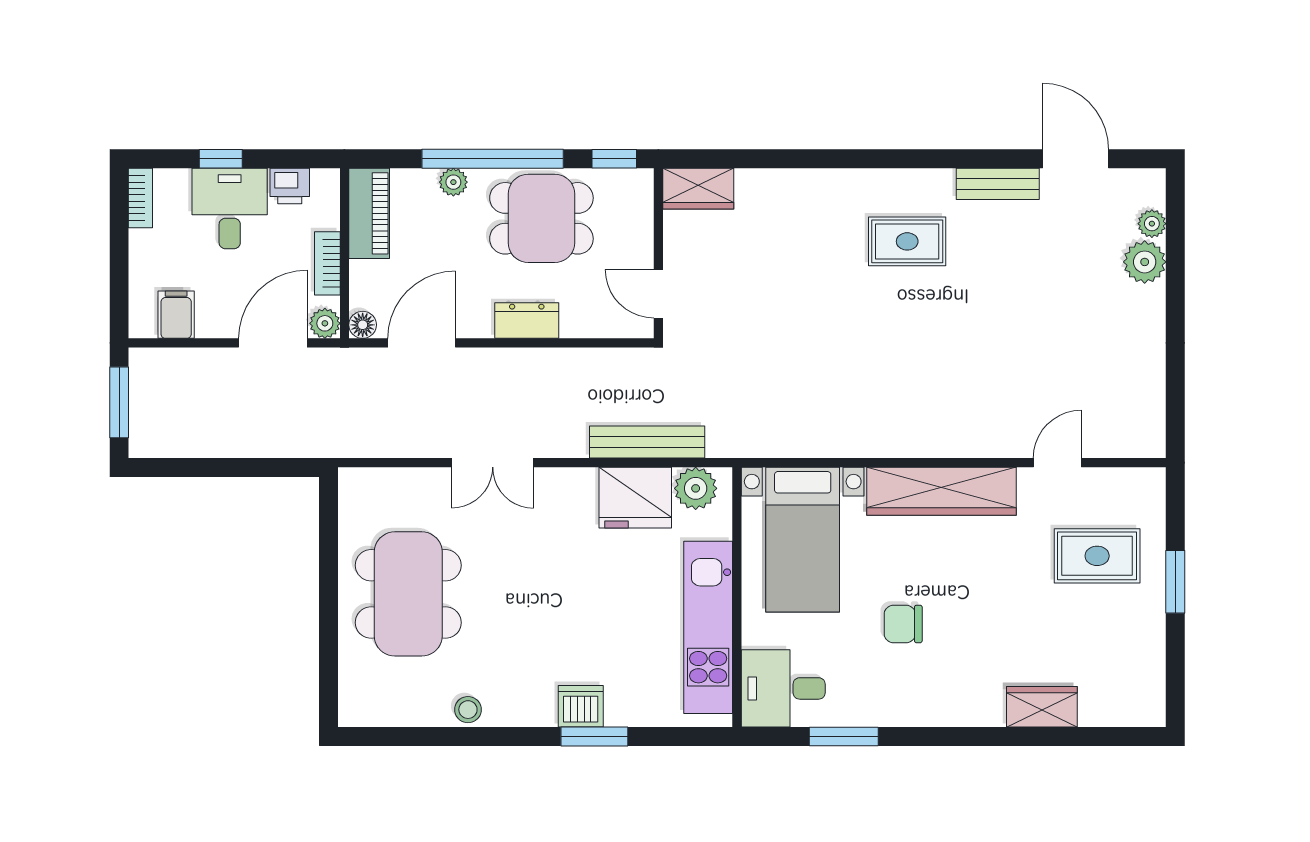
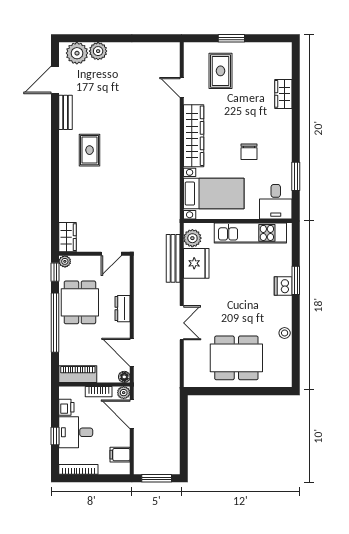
plant: (453, 182) -> (65, 261), moved
bookcase: (140, 198) -> (78, 469), width x1.56
plant: (1152, 224) -> (77, 53), width x1.87, depth x1.87

